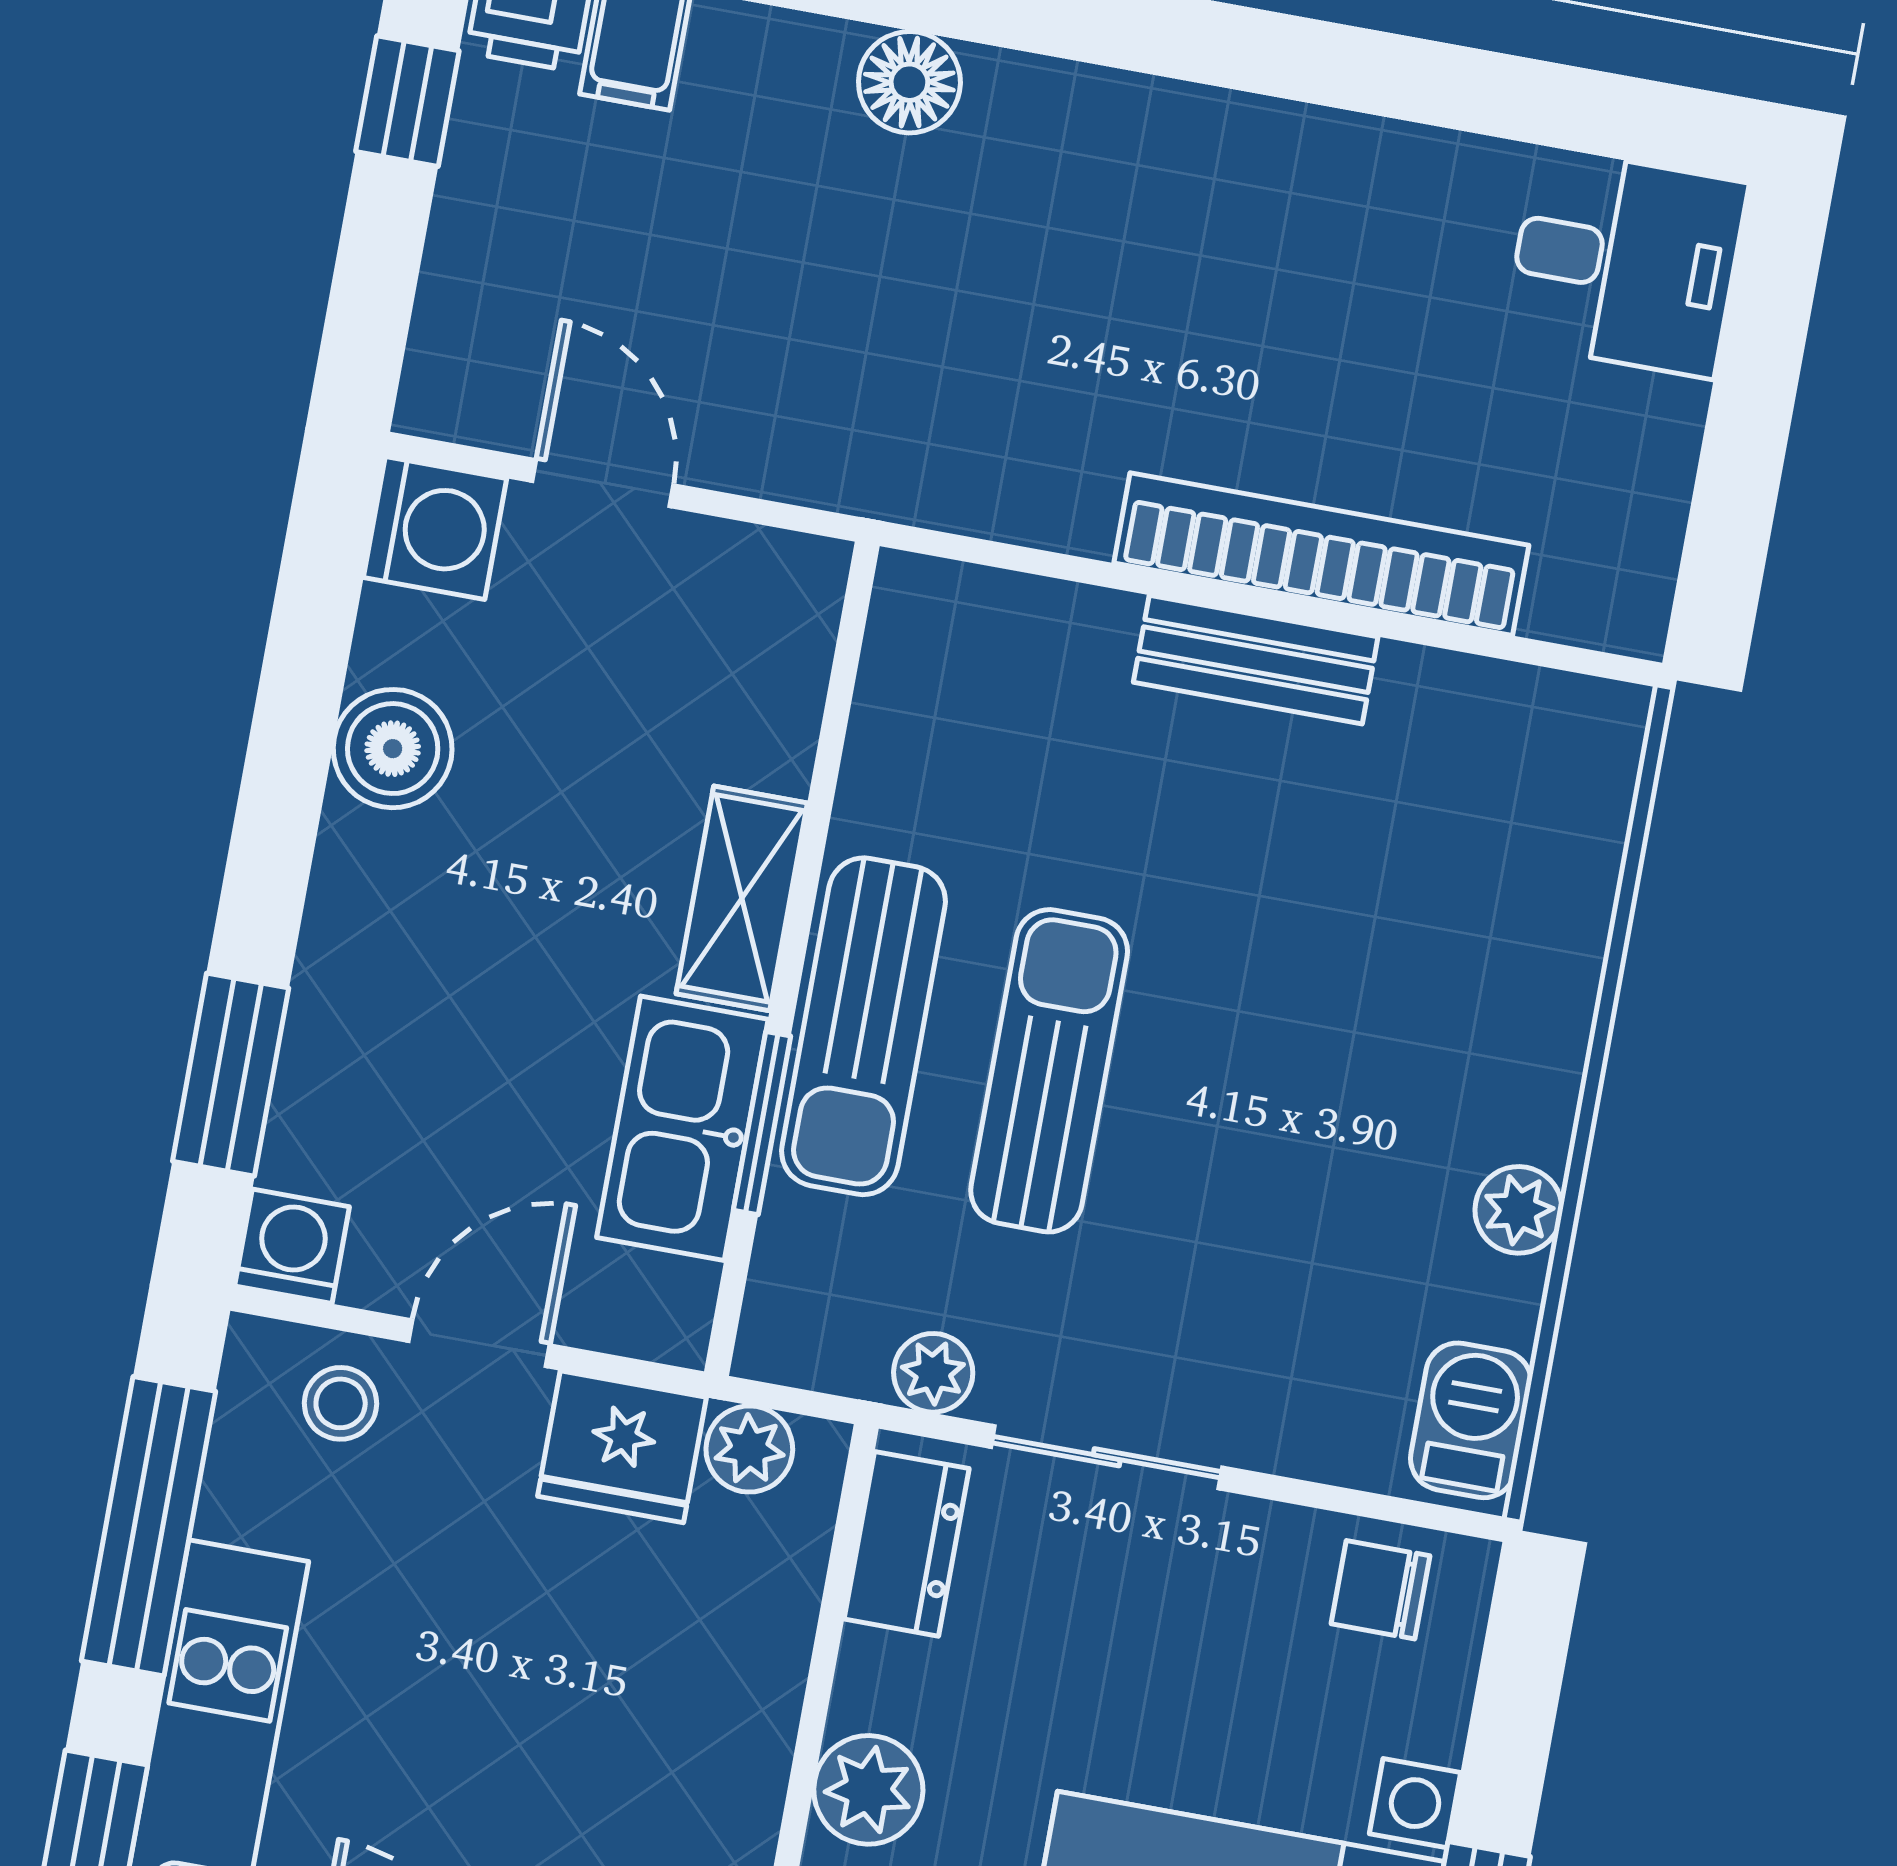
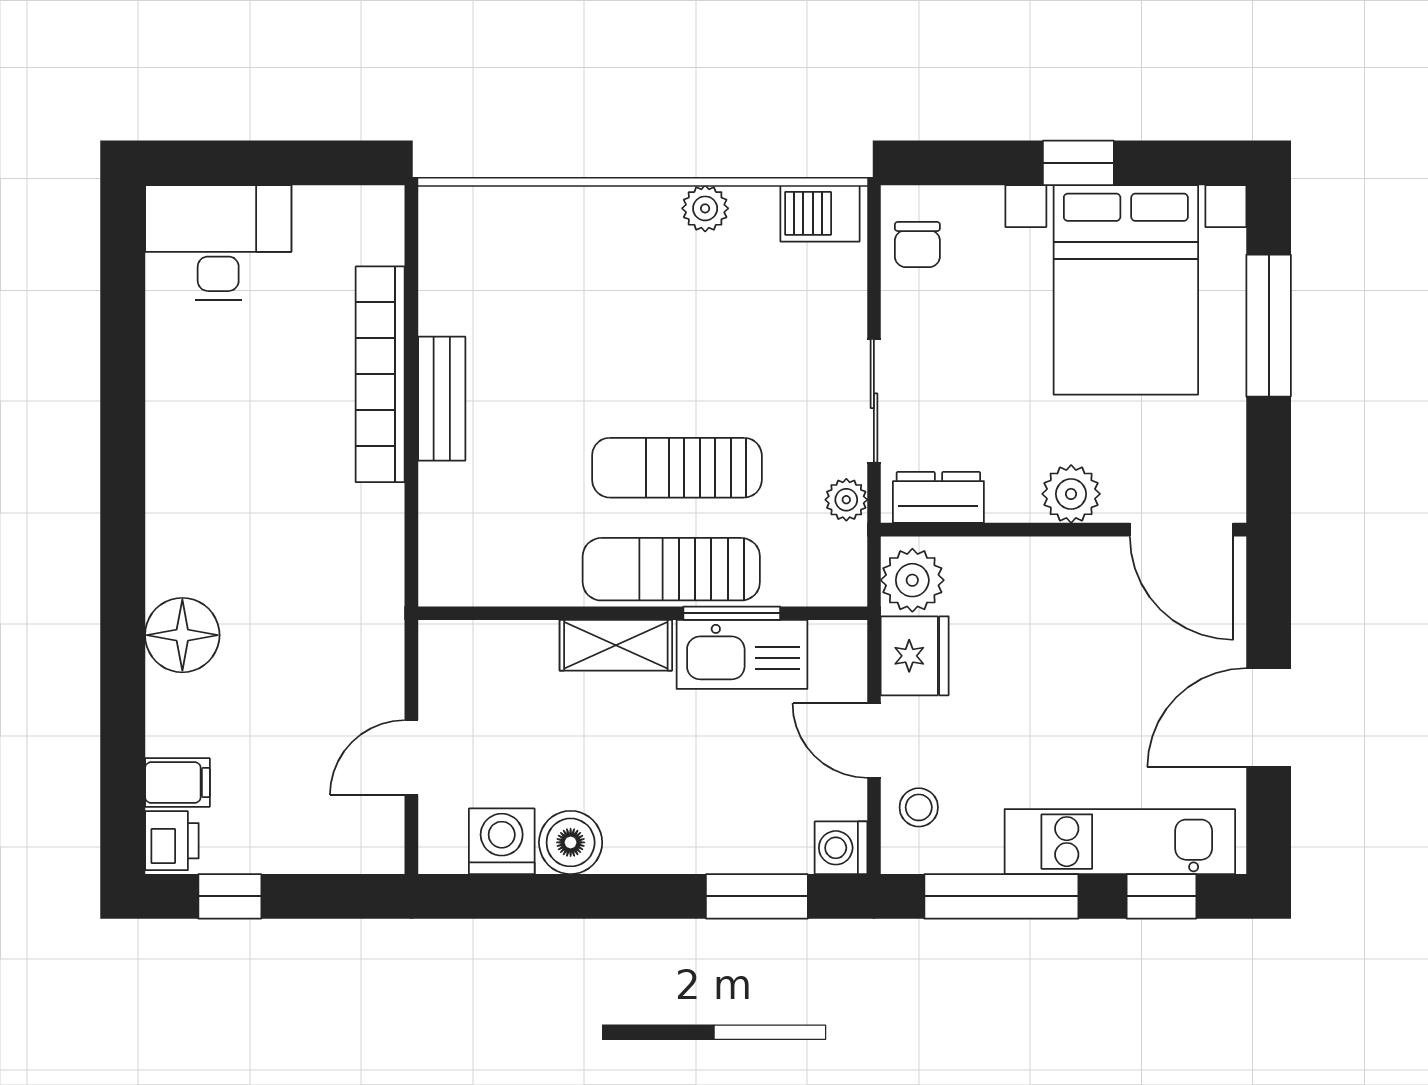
floor lamp: (909, 82) -> (182, 635), width x1.38, depth x1.38
desk: (1625, 262) -> (218, 243), width x1.37
washing machine: (435, 528) -> (502, 841), moved
sun lounger: (863, 1026) -> (671, 569), turned 180
plant: (749, 1449) -> (912, 580), width x1.38, depth x1.38

